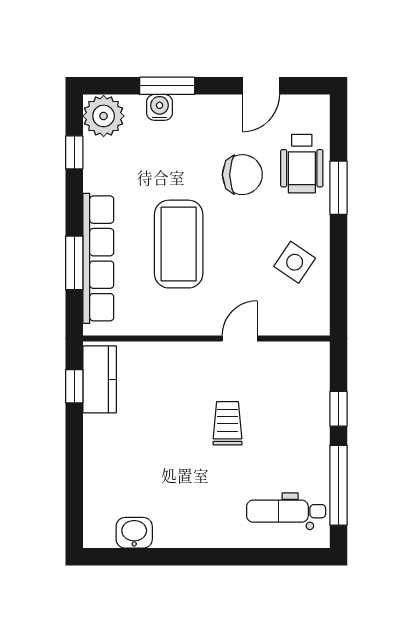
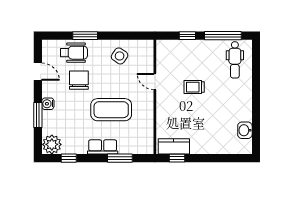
water cooler: (160, 107) -> (48, 104), moved
row of seats: (98, 258) -> (103, 147), width x0.50

